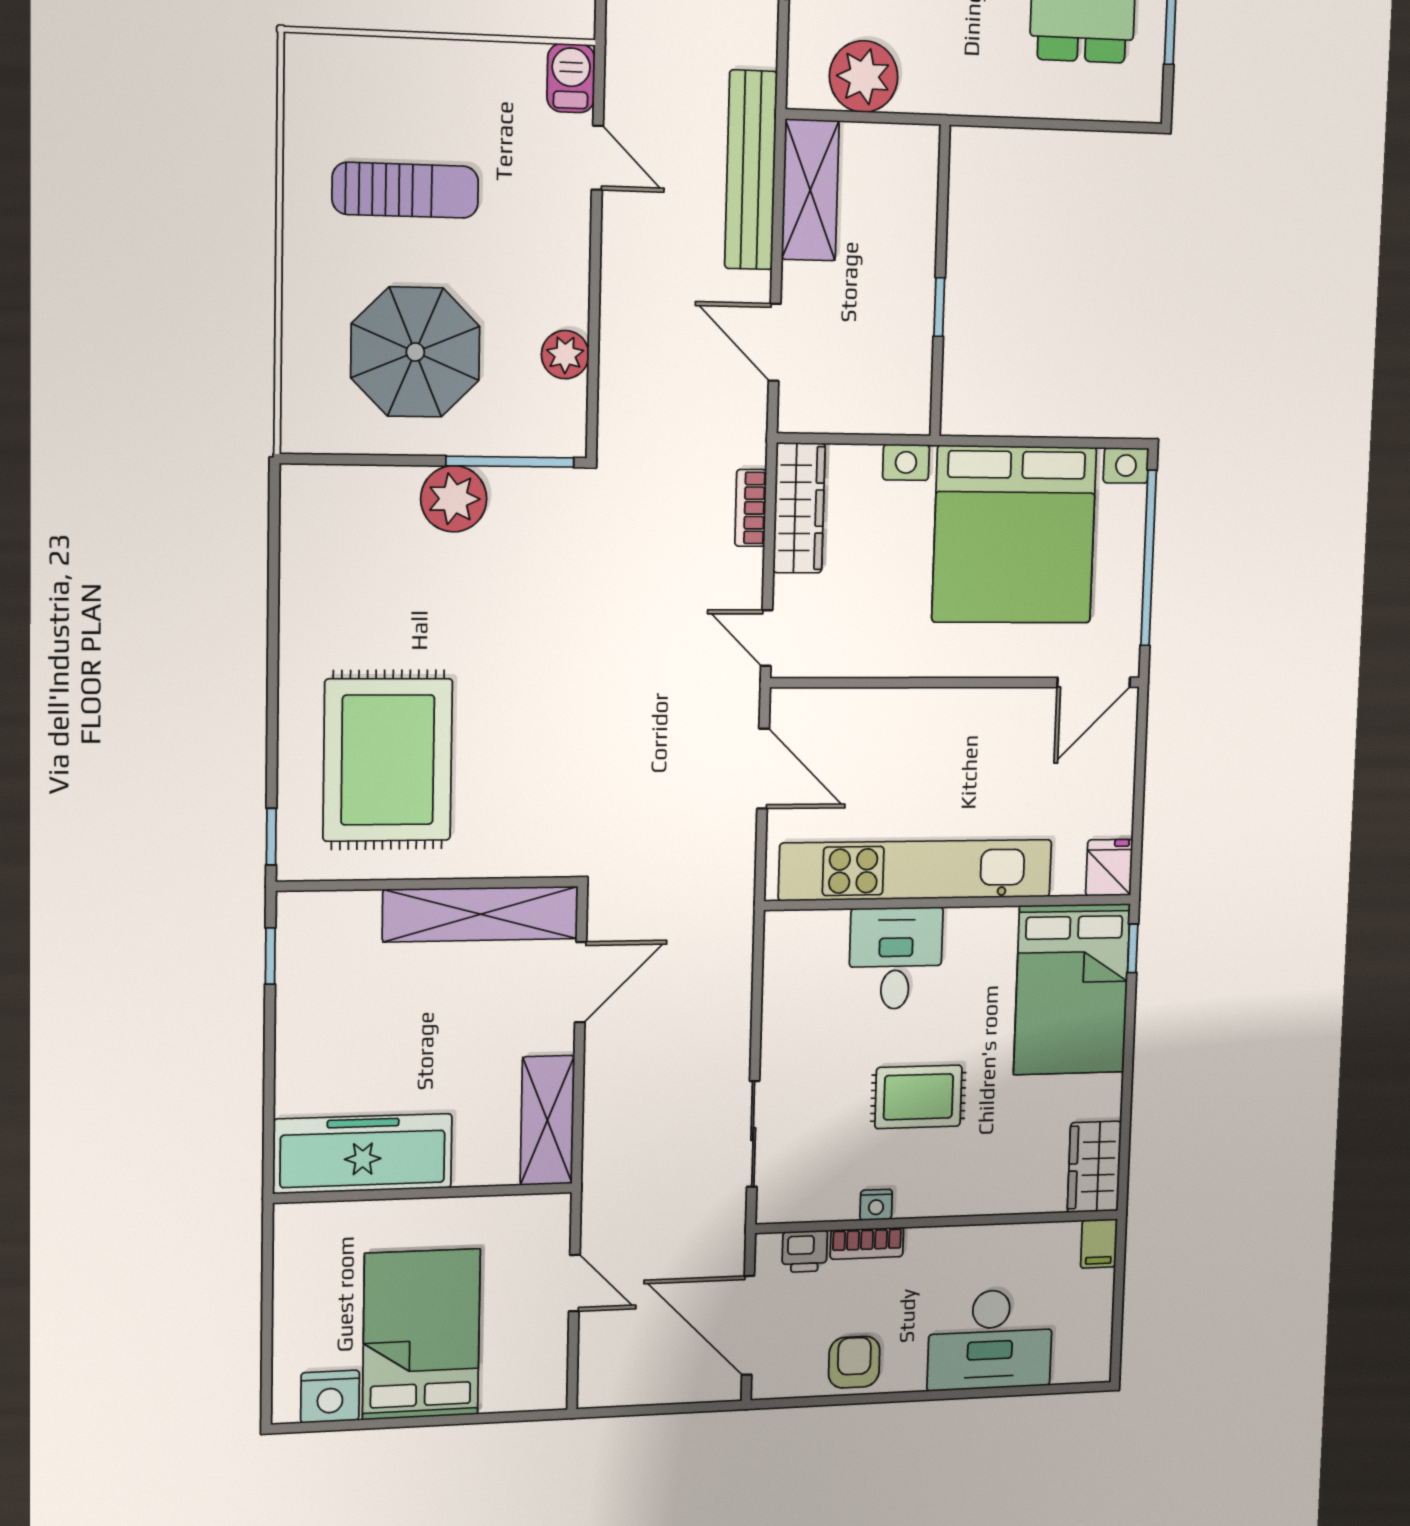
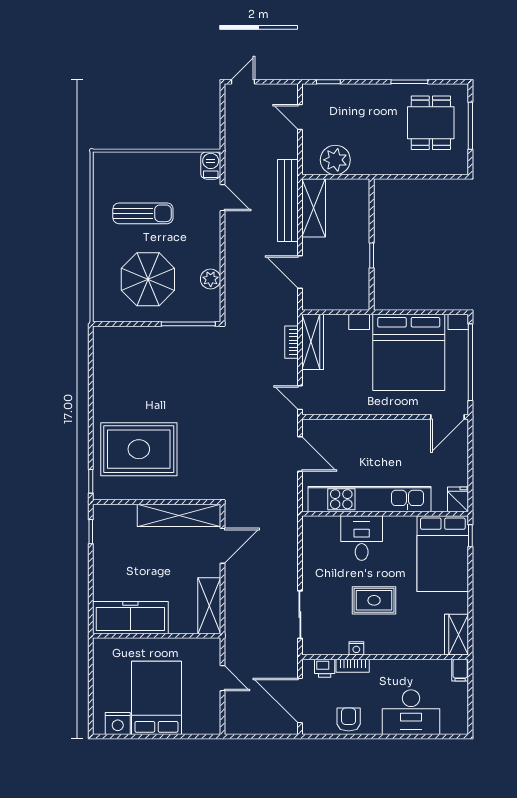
plant: (454, 499) -> (165, 340), removed
rug: (388, 760) -> (139, 449), turned 90

